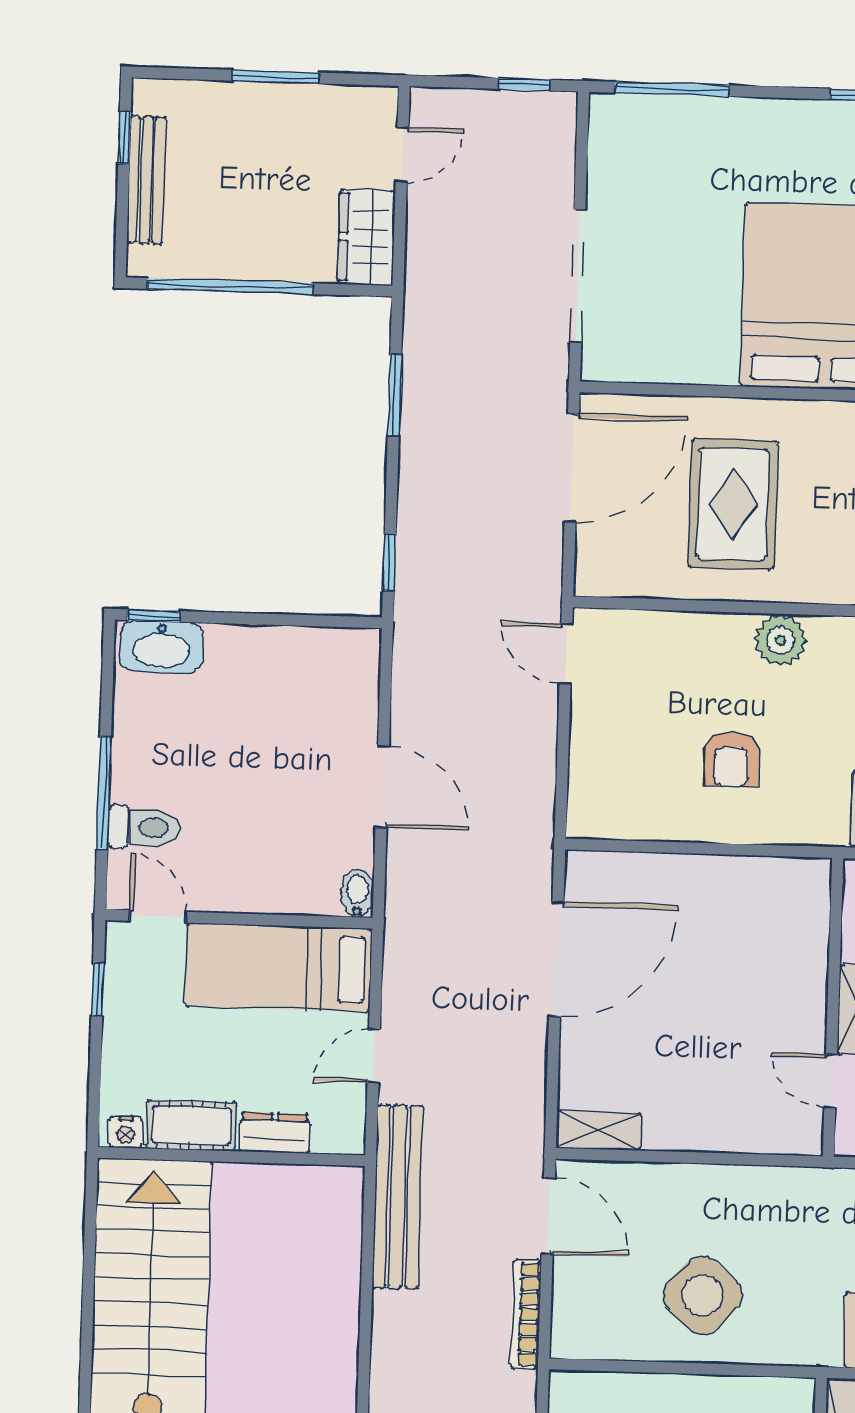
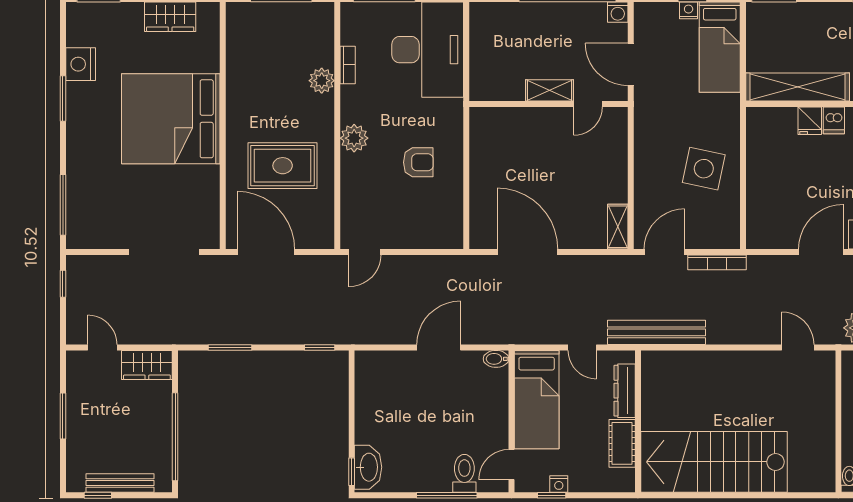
nightstand: (126, 1132) -> (559, 484), moved, turned 90
dresser: (275, 1133) -> (625, 391), width x1.44
side table: (702, 1295) -> (704, 169), turned -30

